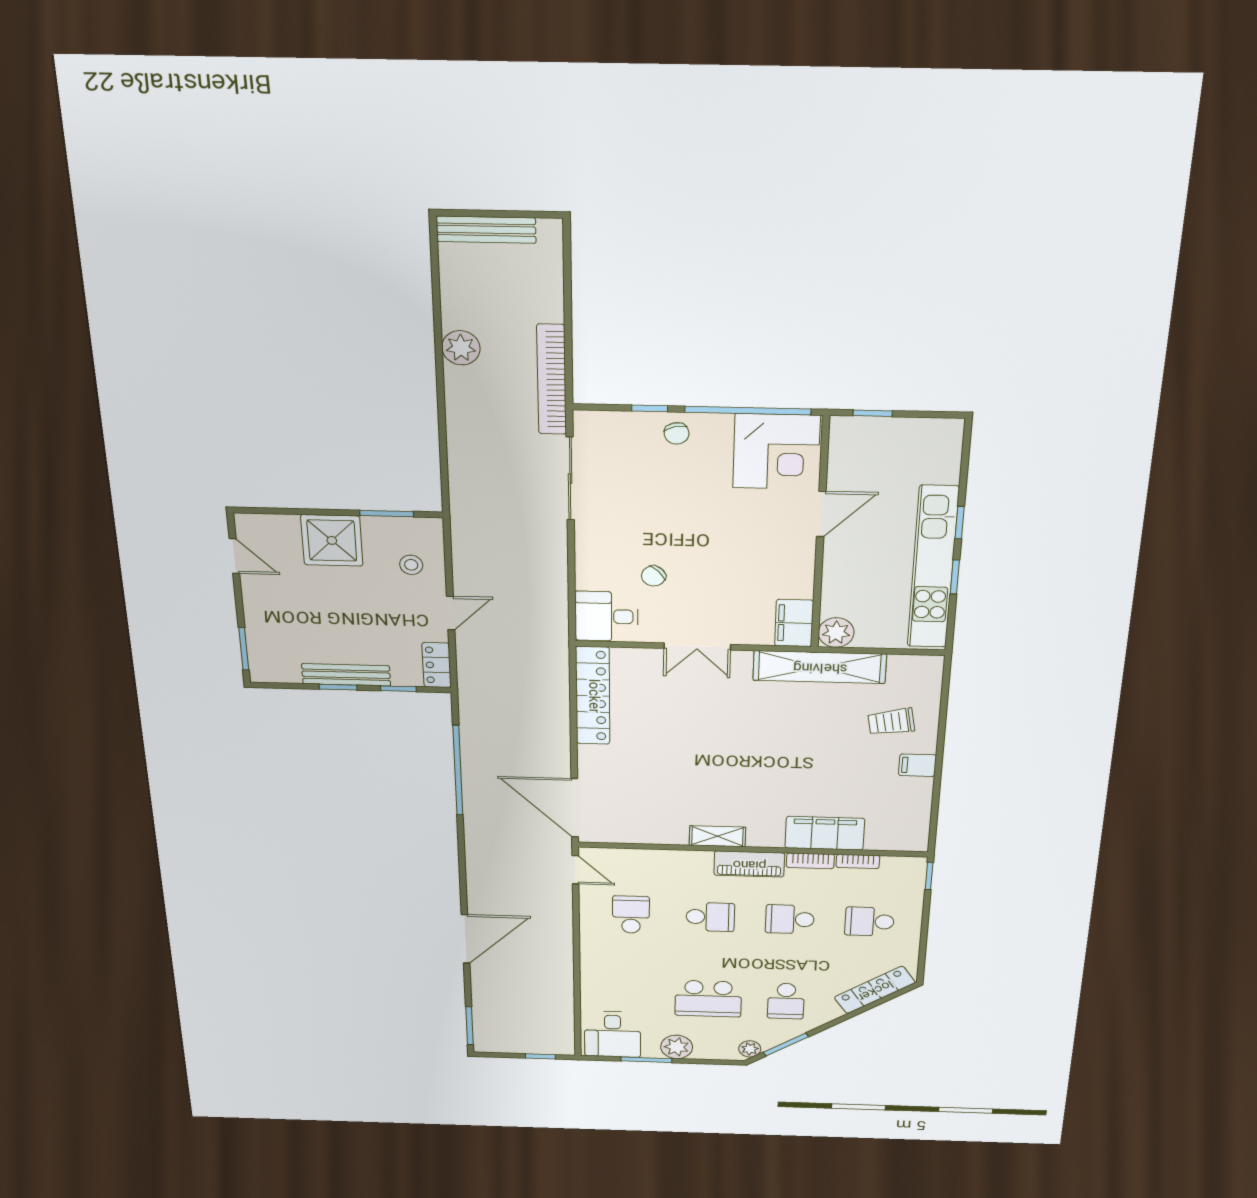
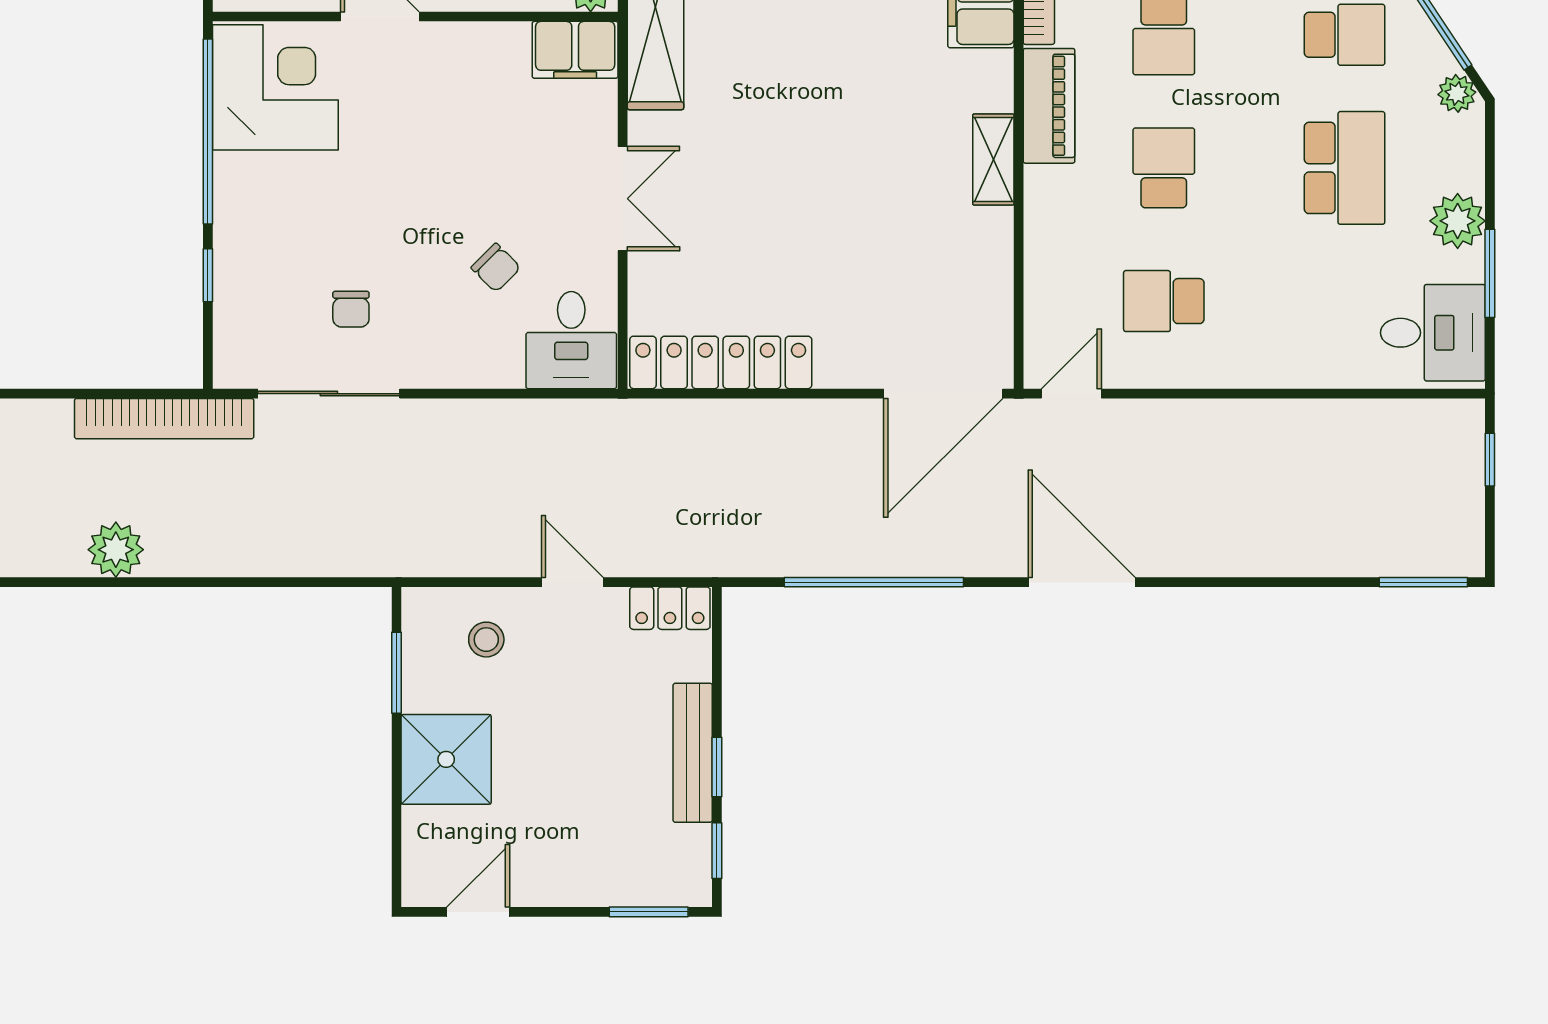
chair: (677, 433) -> (351, 309), moved, turned 104
window: (398, 689) -> (717, 851), moved
door: (466, 939) -> (1082, 582), moved

